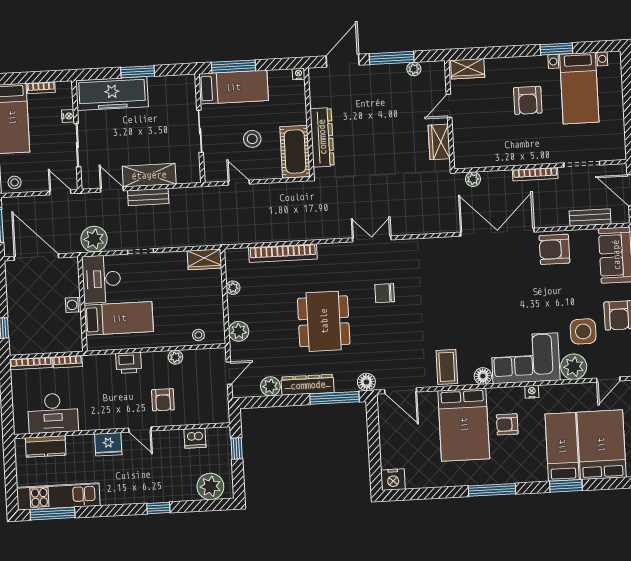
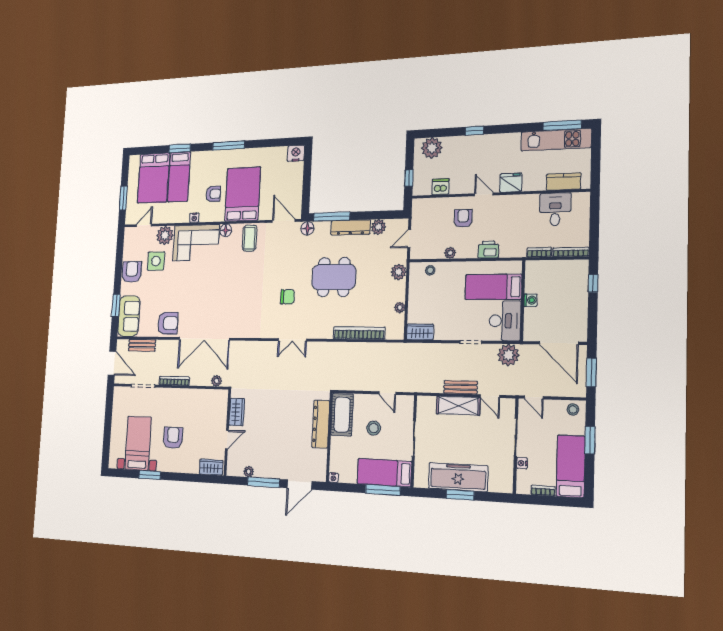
freezer: (112, 94) -> (458, 477), moved
dining table: (324, 321) -> (334, 277), turned 90
desk: (53, 413) -> (555, 209), width x0.73

